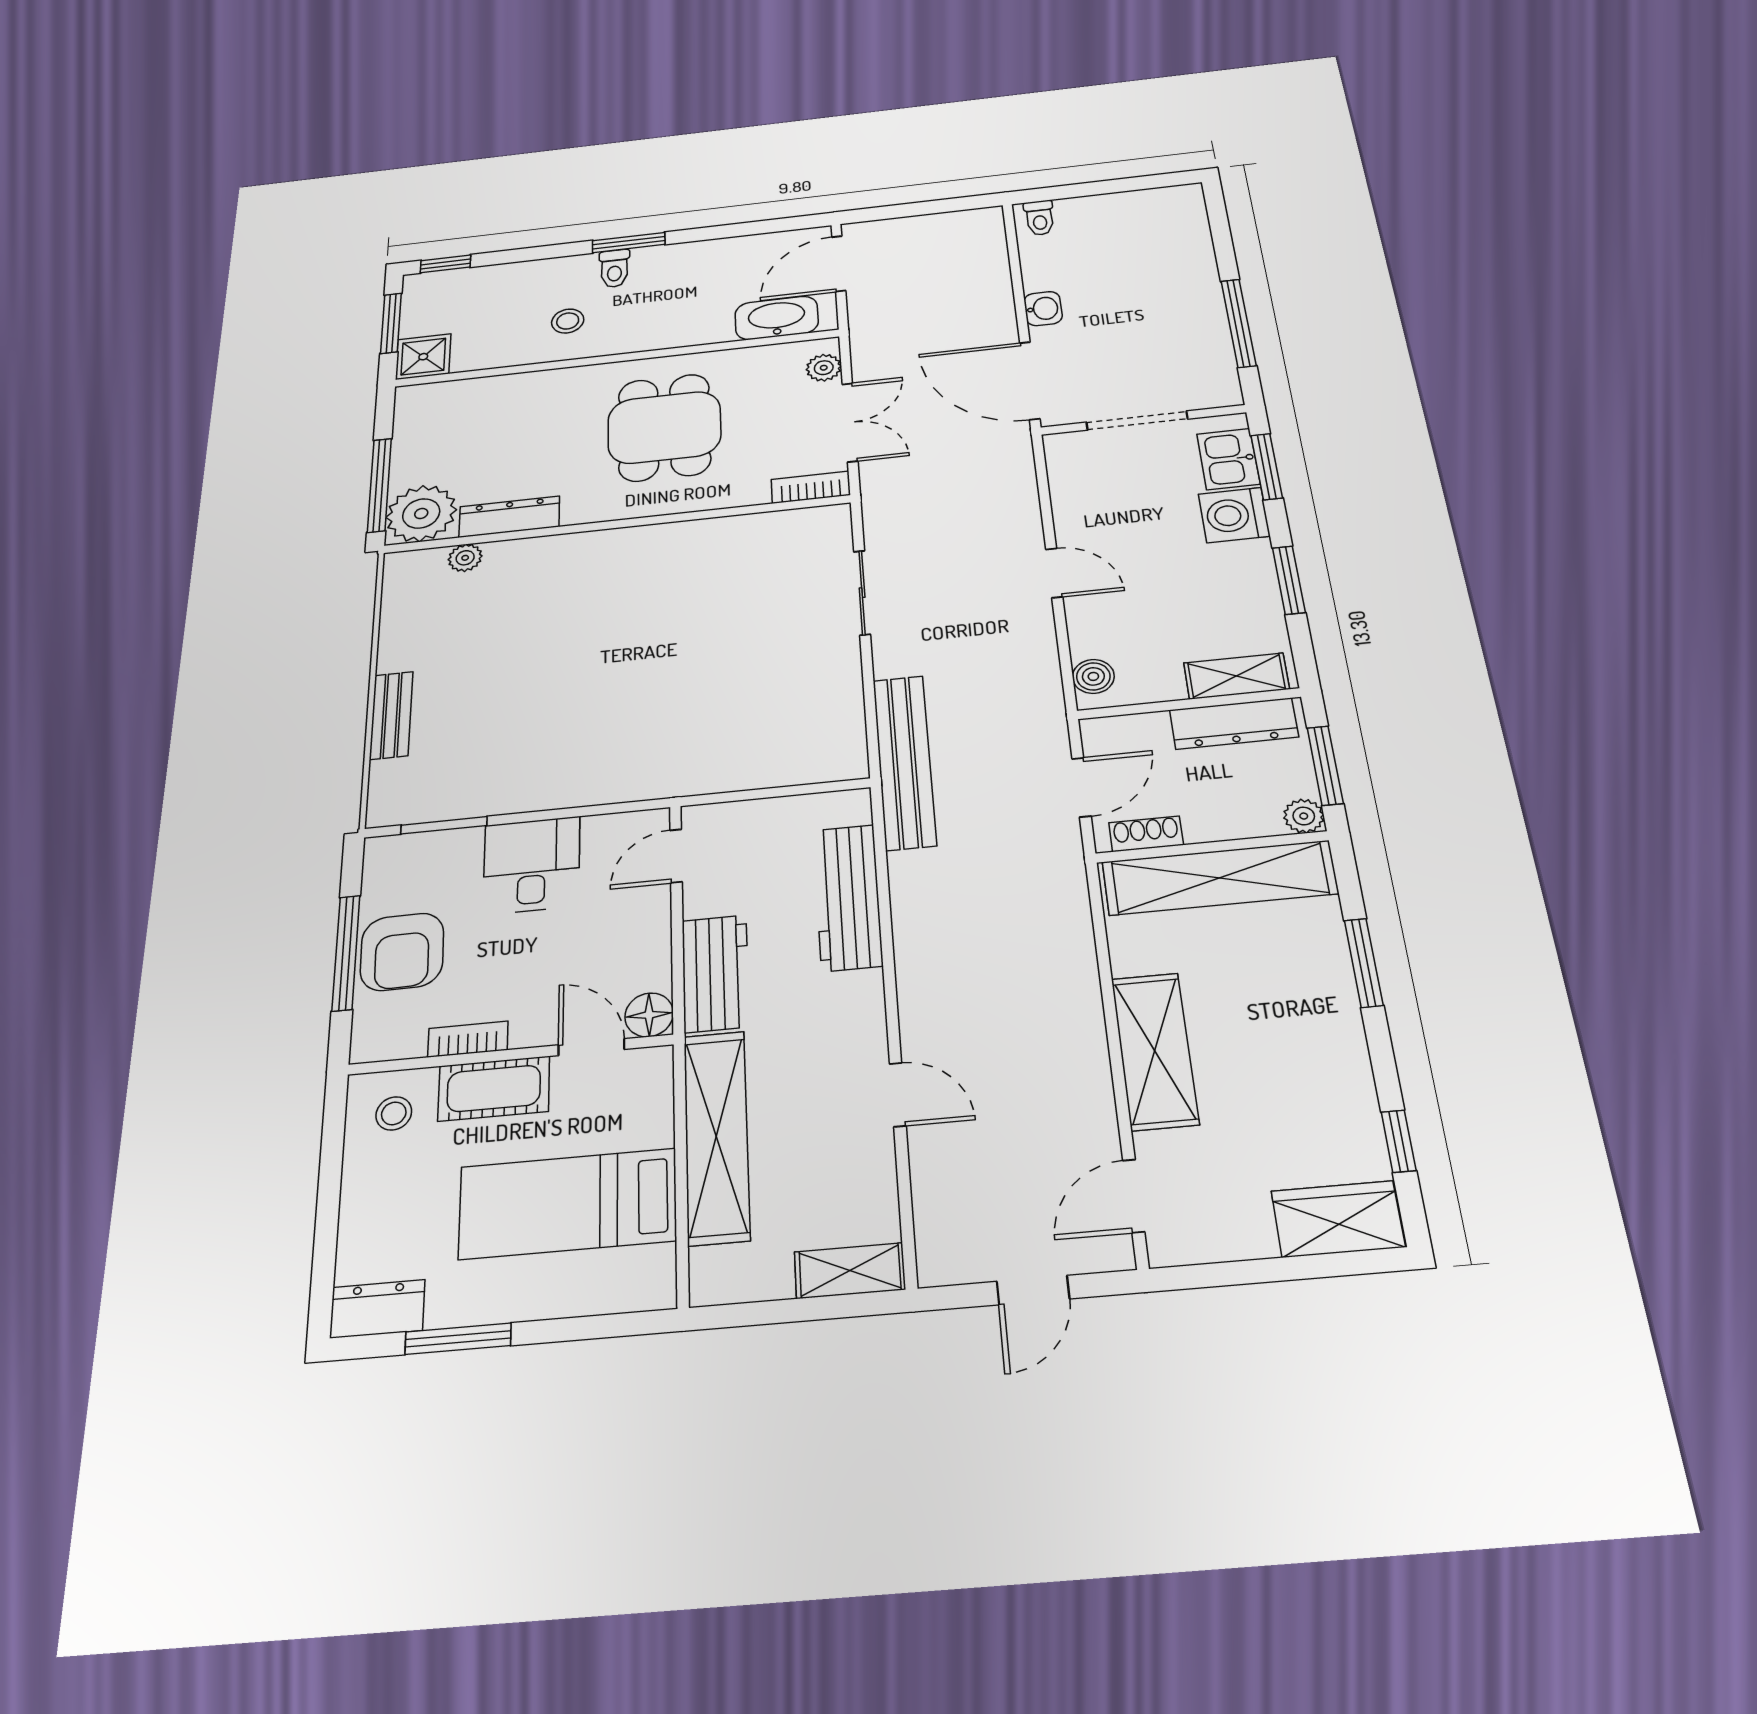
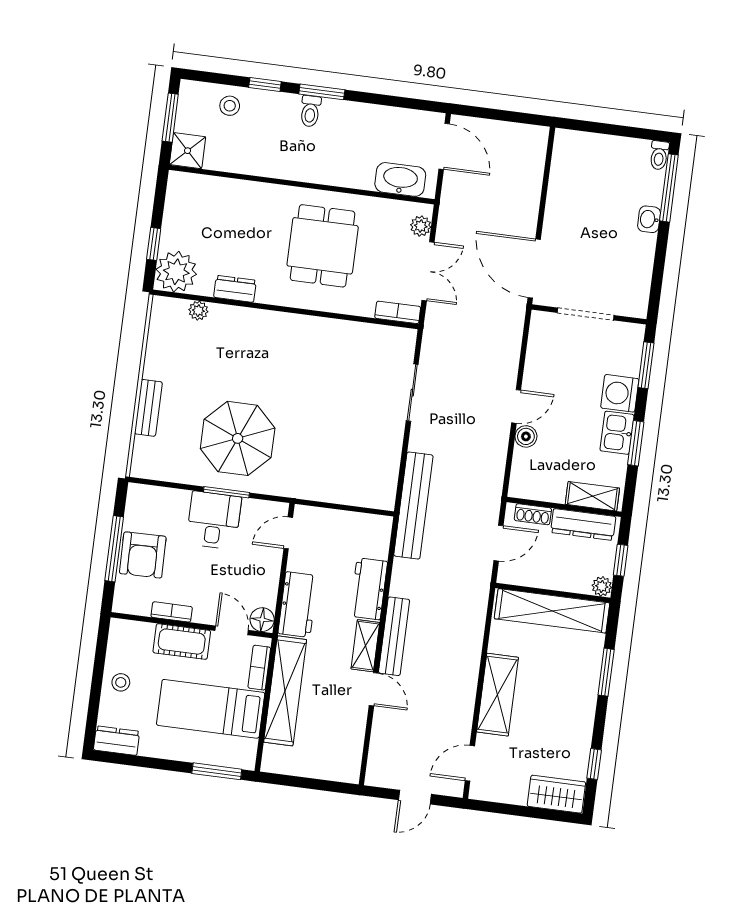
toilet: (1039, 218) -> (659, 155), moved
window: (445, 264) -> (265, 84), moved
door: (839, 264) -> (444, 146), swing flipped
washbasin: (1043, 309) -> (649, 219), moved, turned 180
stool: (568, 321) -> (230, 106), moved
window: (1239, 323) -> (669, 188), moved
kitchen sink: (1228, 459) -> (617, 433), moved
window: (379, 485) -> (154, 244), width x0.46
dresser: (509, 517) -> (235, 289), width x0.70
door: (1054, 573) -> (516, 406), hinge flipped
boiler: (1093, 676) -> (526, 436), moved
parasol: (559, 727) -> (238, 438), added
window: (1325, 765) -> (621, 560), width x0.67
window: (444, 825) -> (226, 492), moved
shoe rack: (1146, 834) -> (533, 514), moved, turned 180
workbench: (848, 897) -> (369, 589), width x0.73
bench: (918, 989) -> (394, 636), added
bookcase: (657, 1104) -> (259, 668), added
stool: (394, 1113) -> (121, 682), moved
shelving: (850, 1271) -> (365, 646), moved, turned 90
window: (458, 1339) -> (217, 771), moved

